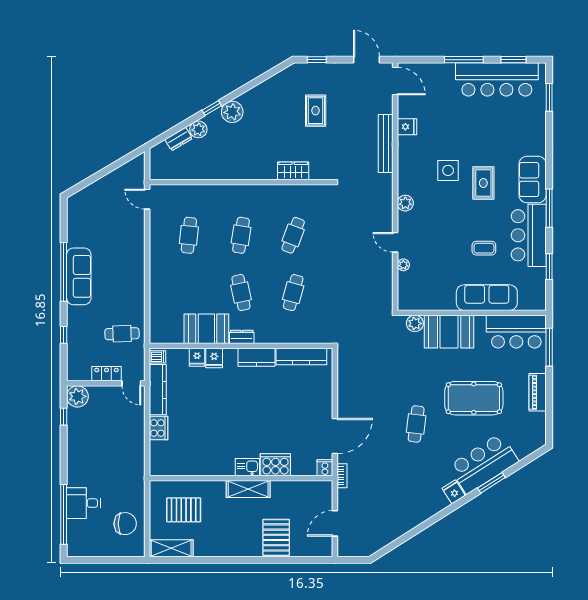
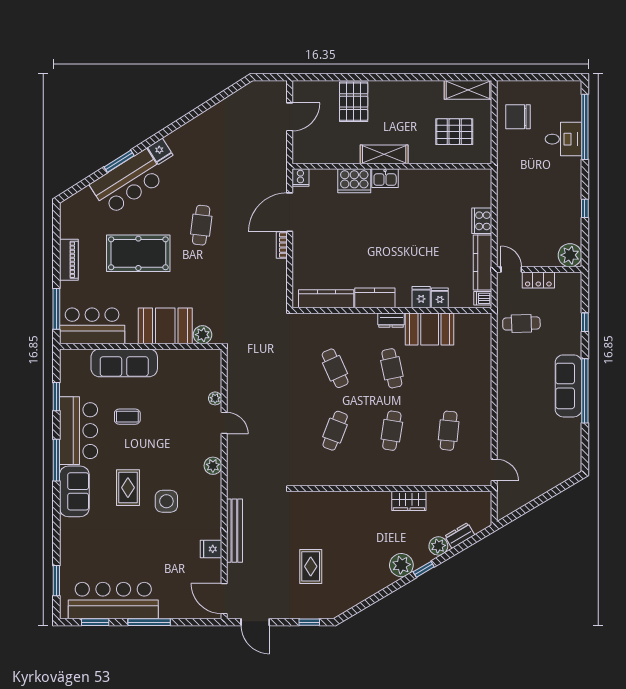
wardrobe: (293, 171) -> (409, 501), moved
cafe table: (293, 293) -> (335, 368), turned -39
window: (64, 417) -> (585, 208), moved
bookcase: (342, 476) -> (282, 245), moved

